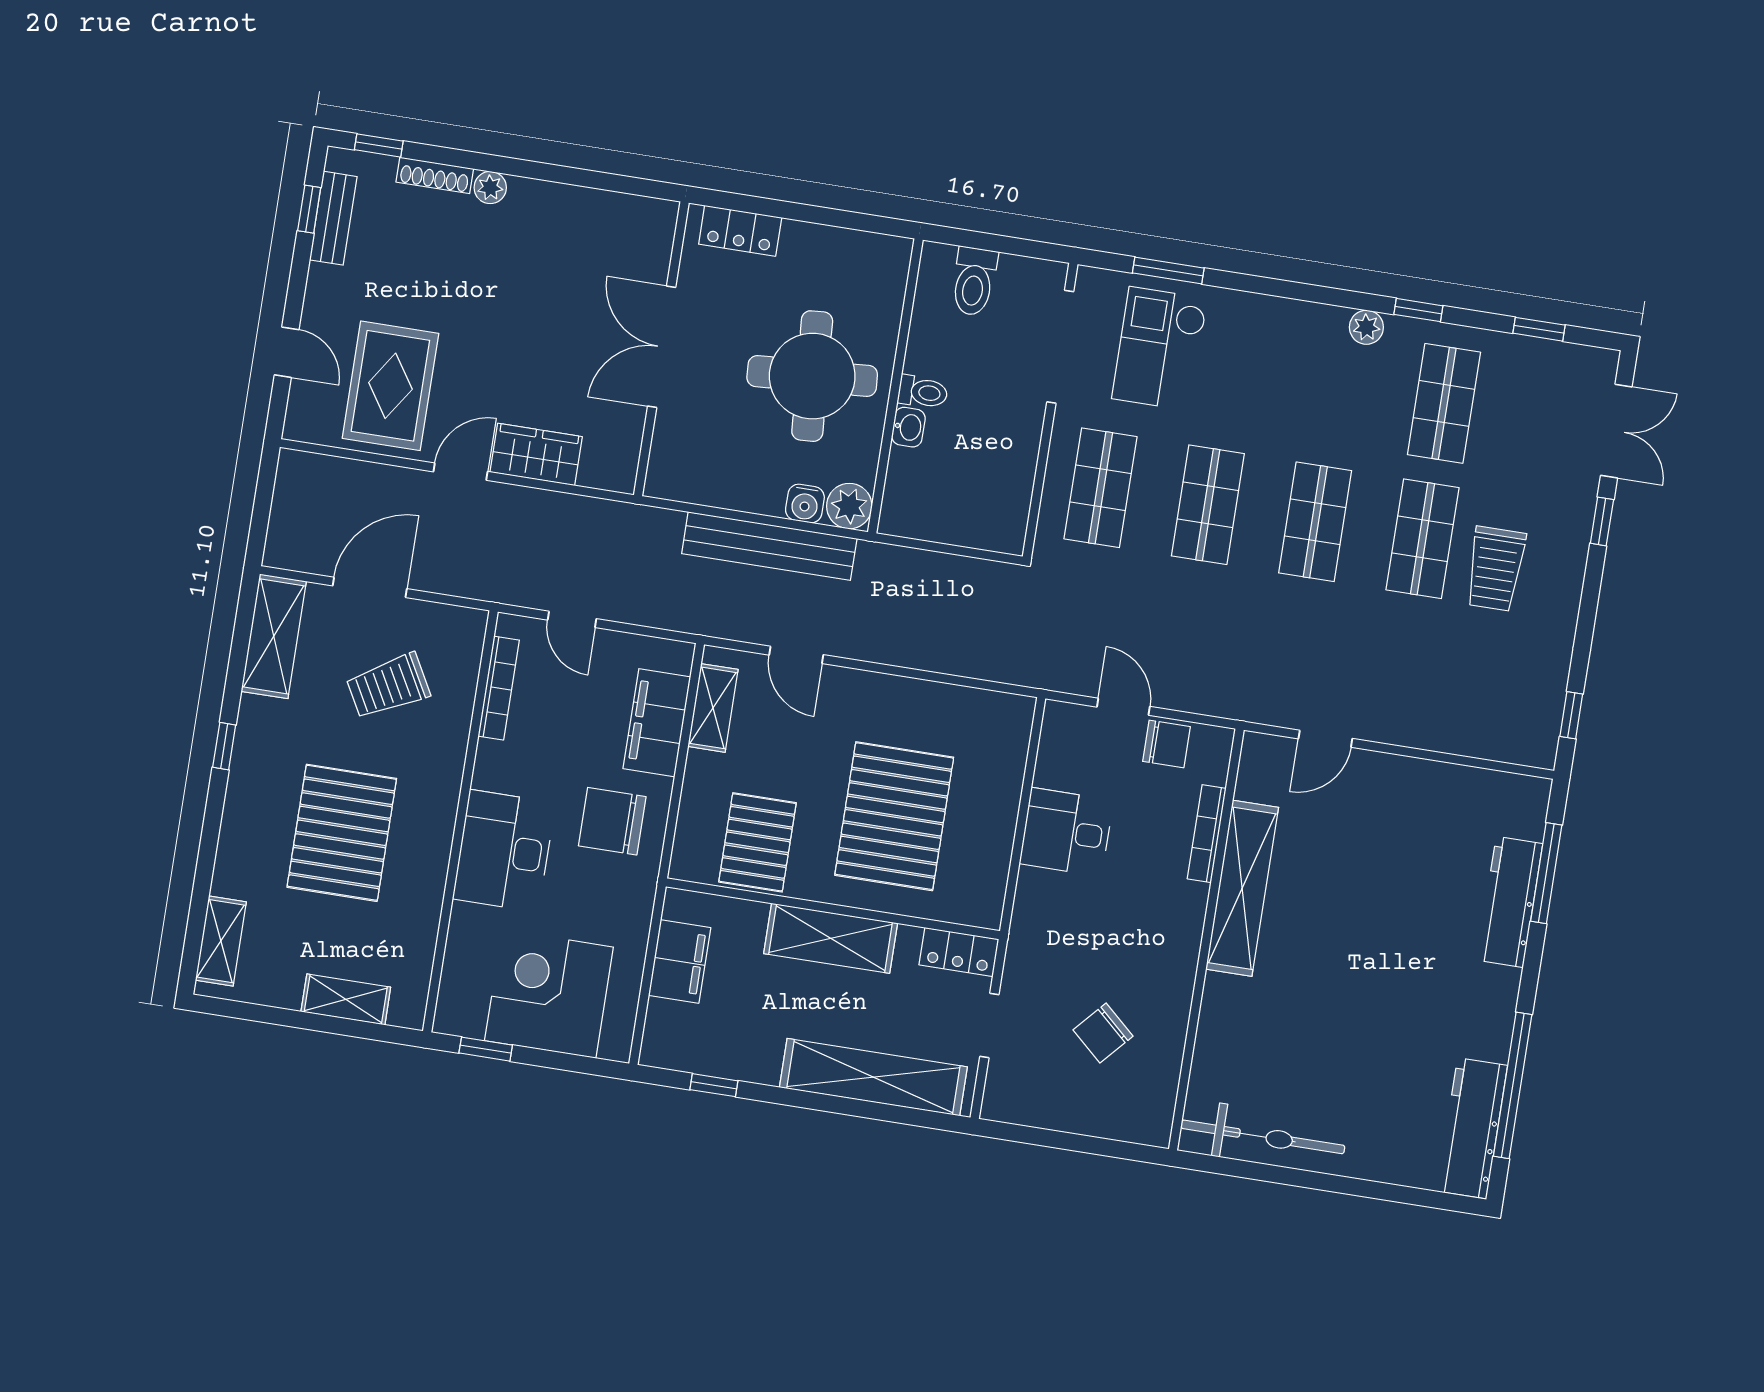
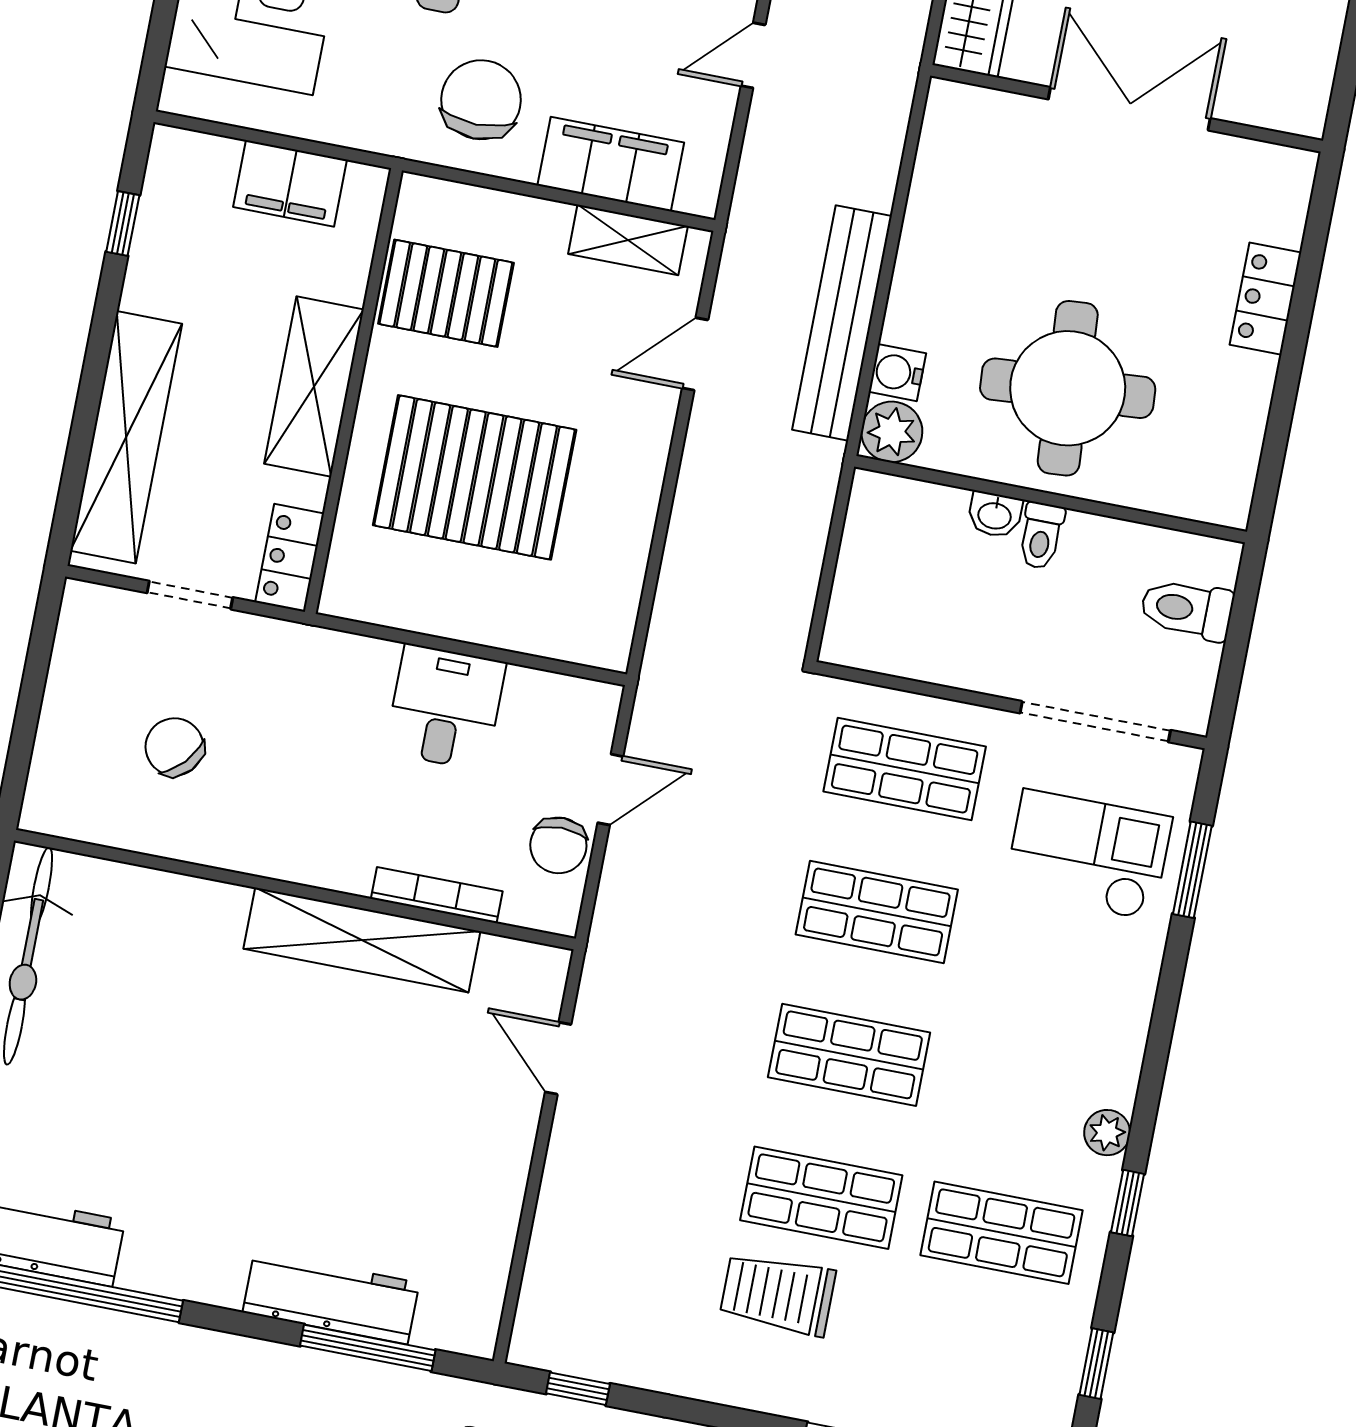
double door: (662, 347) -> (1129, 109), moved
wall: (661, 349) -> (1127, 108), moved

